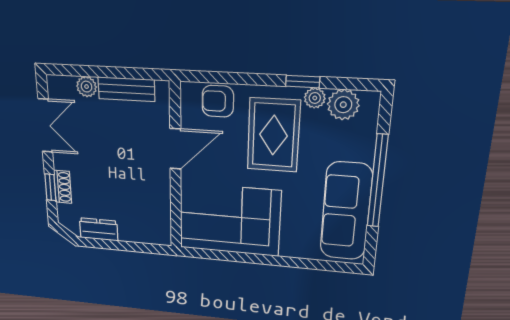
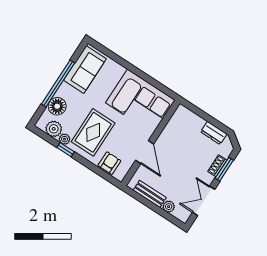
armchair: (218, 101) -> (109, 163), turned -90
floor lamp: (358, 145) -> (57, 106), added
door: (175, 149) -> (145, 152), swing flipped
window: (50, 187) -> (224, 169), width x1.50
sofa: (346, 211) -> (85, 70), width x0.73

